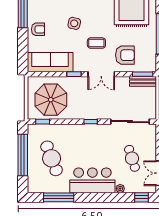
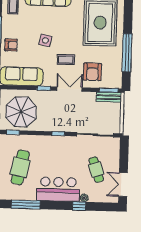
armchair: (125, 55) -> (92, 72), turned 90
double door: (101, 74) -> (69, 89), swing flipped
cafe table: (52, 158) -> (20, 167), turned 33
window: (141, 197) -> (79, 206), moved

